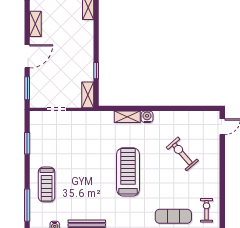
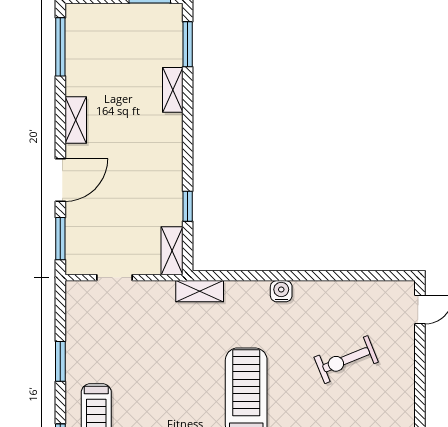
shelving: (127, 117) -> (200, 291), moved
window: (27, 143) -> (60, 361), moved
exercise bike: (182, 154) -> (346, 360), turned -71

